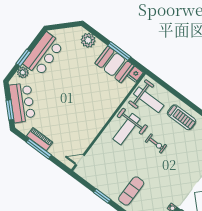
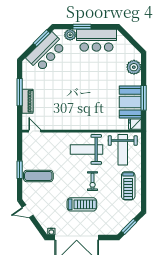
window: (10, 110) -> (42, 38), moved
piano: (40, 139) -> (28, 101), moved
treadmill: (168, 166) -> (82, 204), added
exercise mat: (131, 191) -> (38, 176), moved

